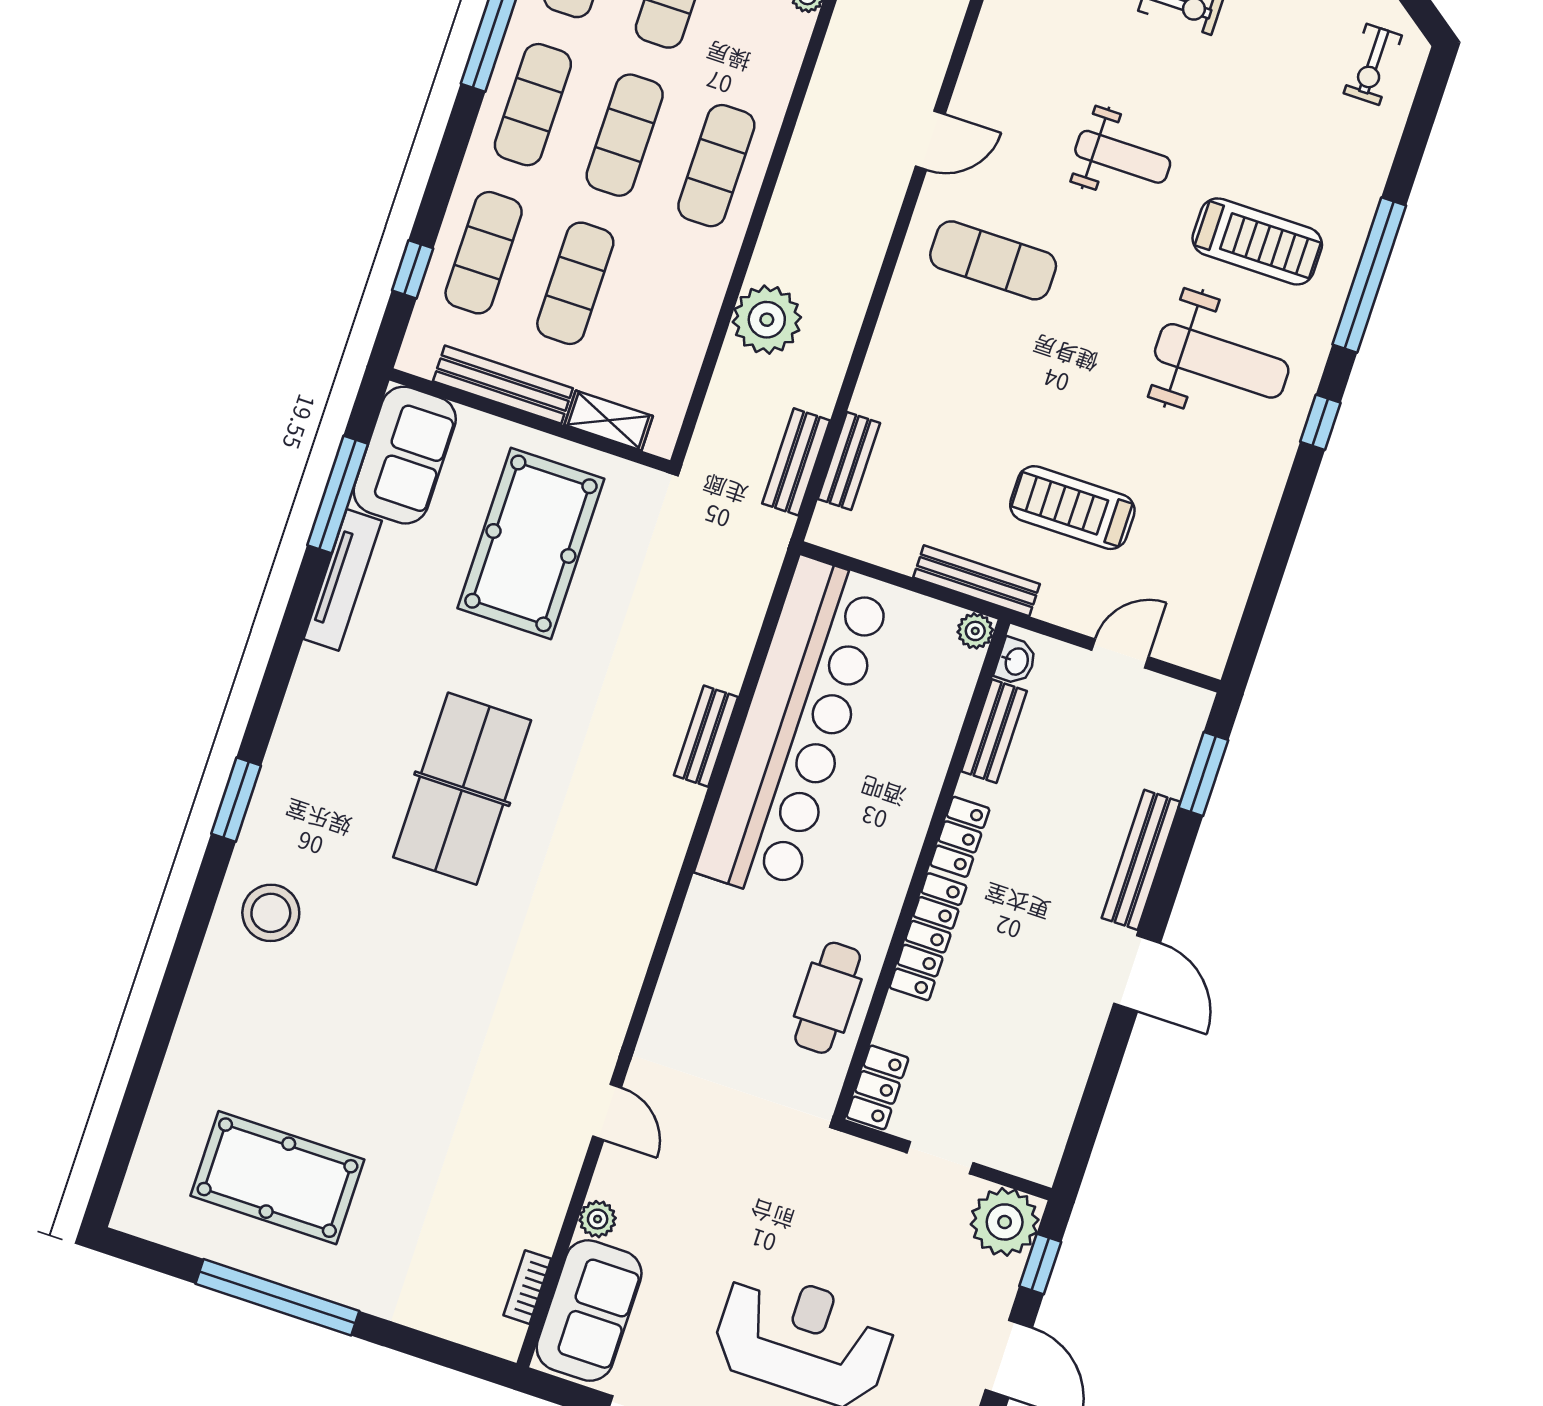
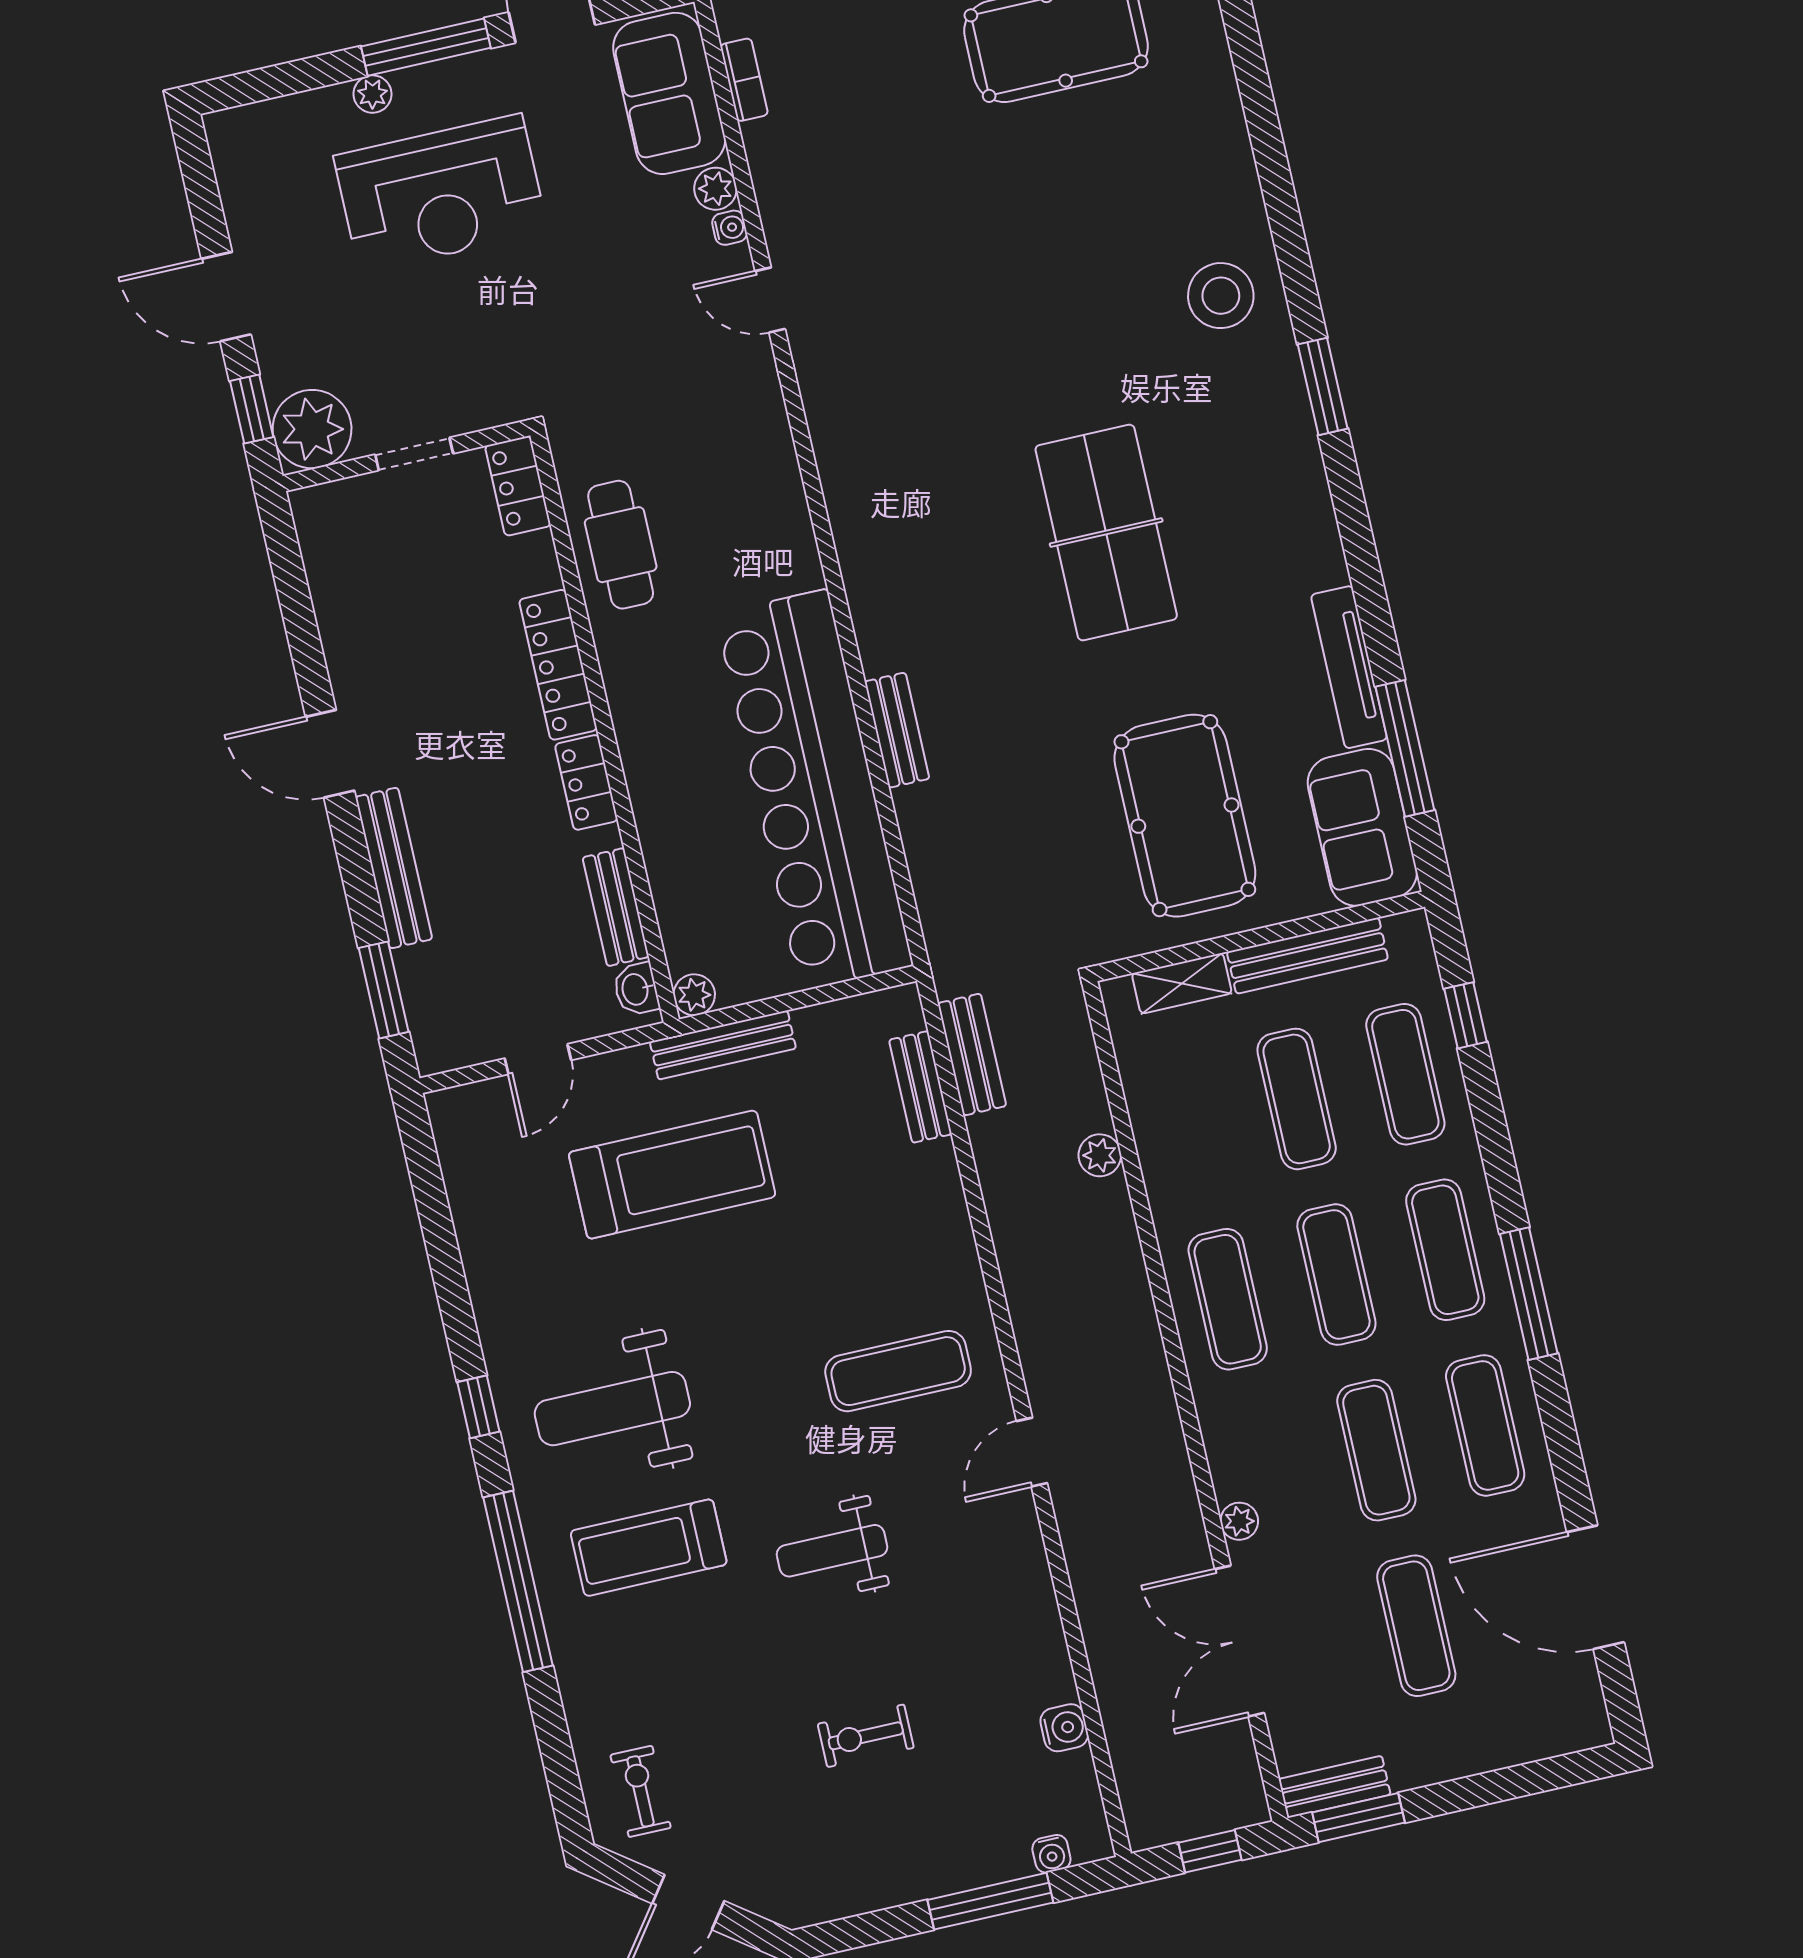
plant: (767, 320) -> (1100, 1155), width x0.53, depth x0.53
treadmill: (1072, 508) -> (672, 1175), width x1.37, depth x1.38
water cooler: (605, 1184) -> (730, 228), added

